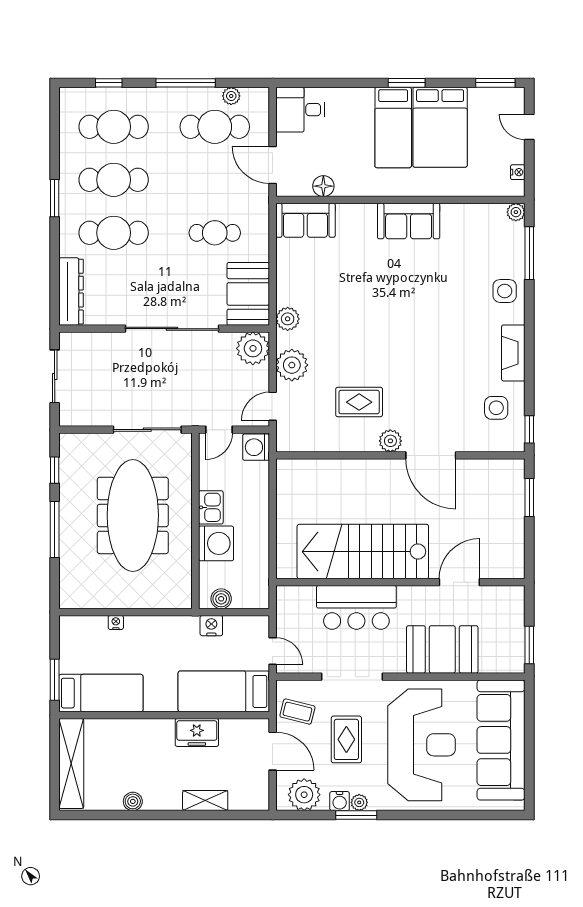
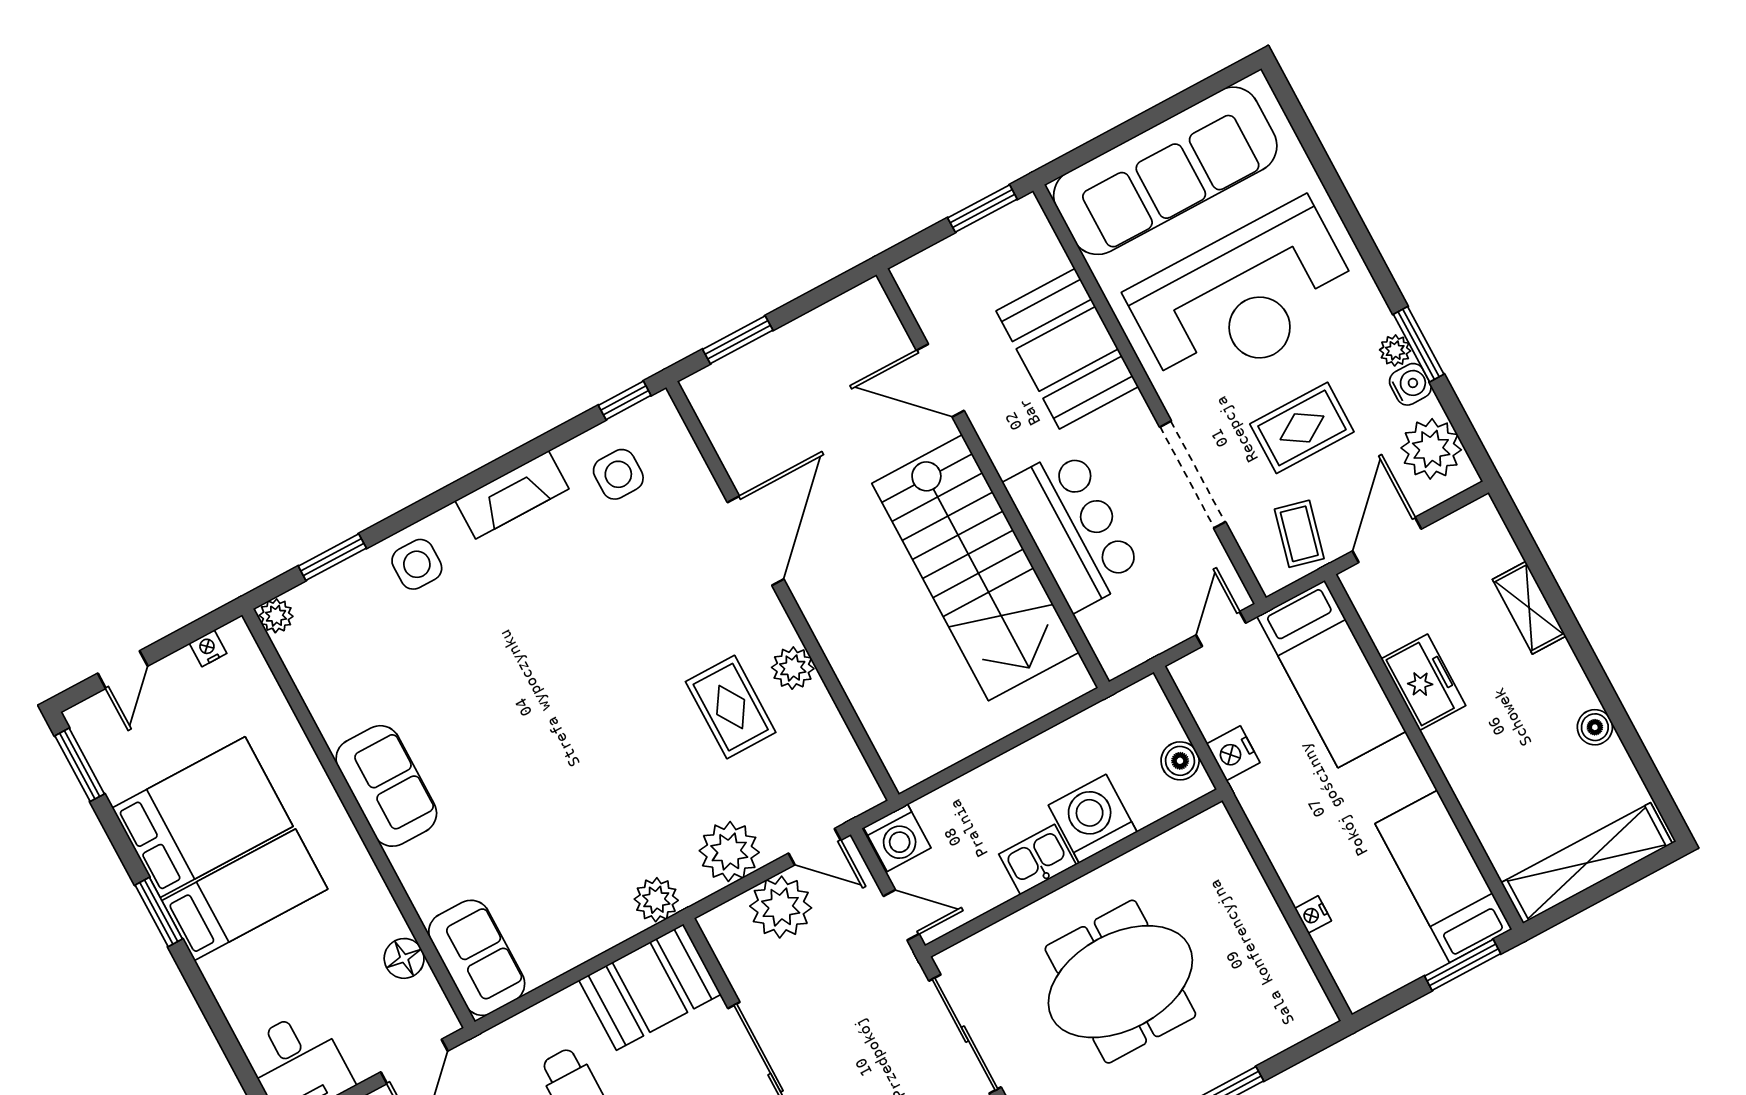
window: (529, 253) -> (332, 557), width x0.69
plant: (253, 348) -> (781, 907), moved
plant: (390, 441) -> (793, 668), moved
meeting table: (133, 515) -> (1120, 982), width x0.73
reception desk: (422, 745) -> (1244, 298), turned 180

